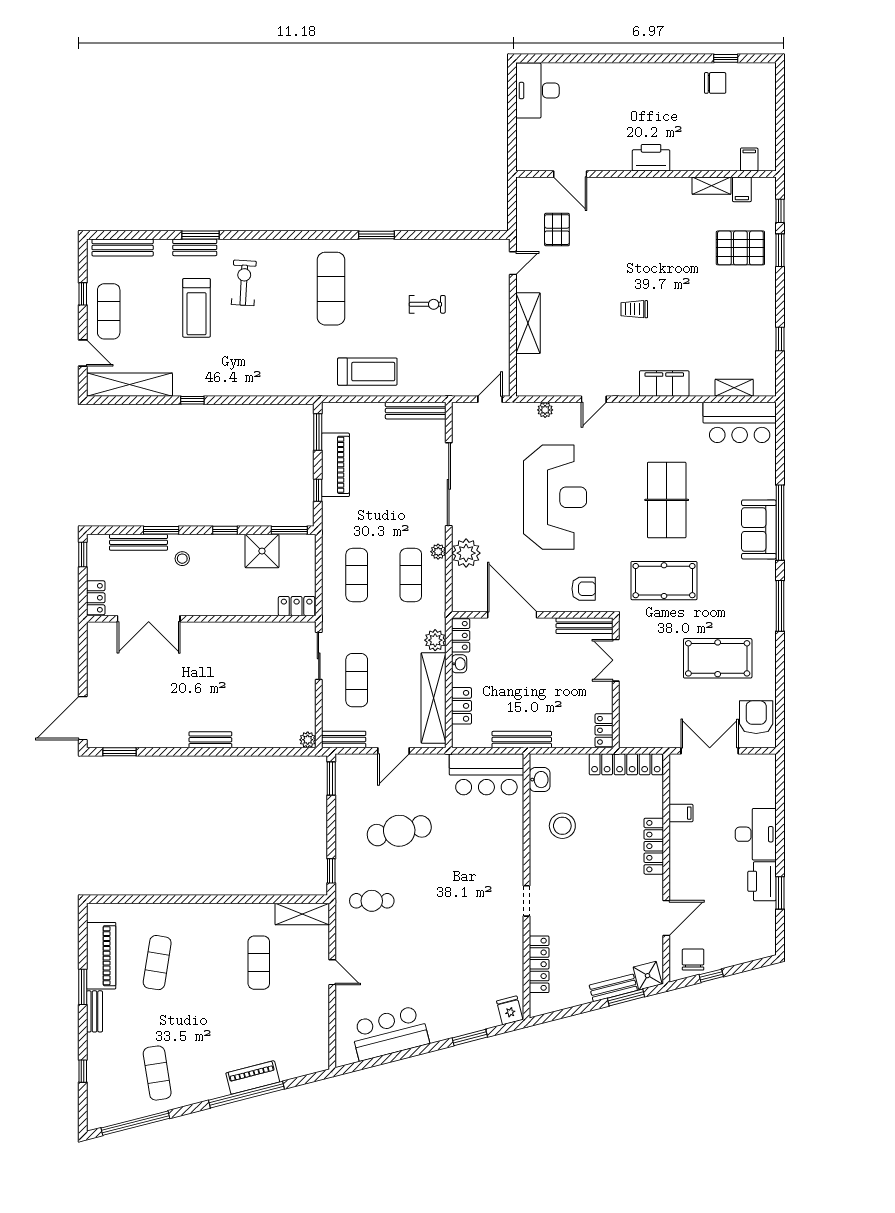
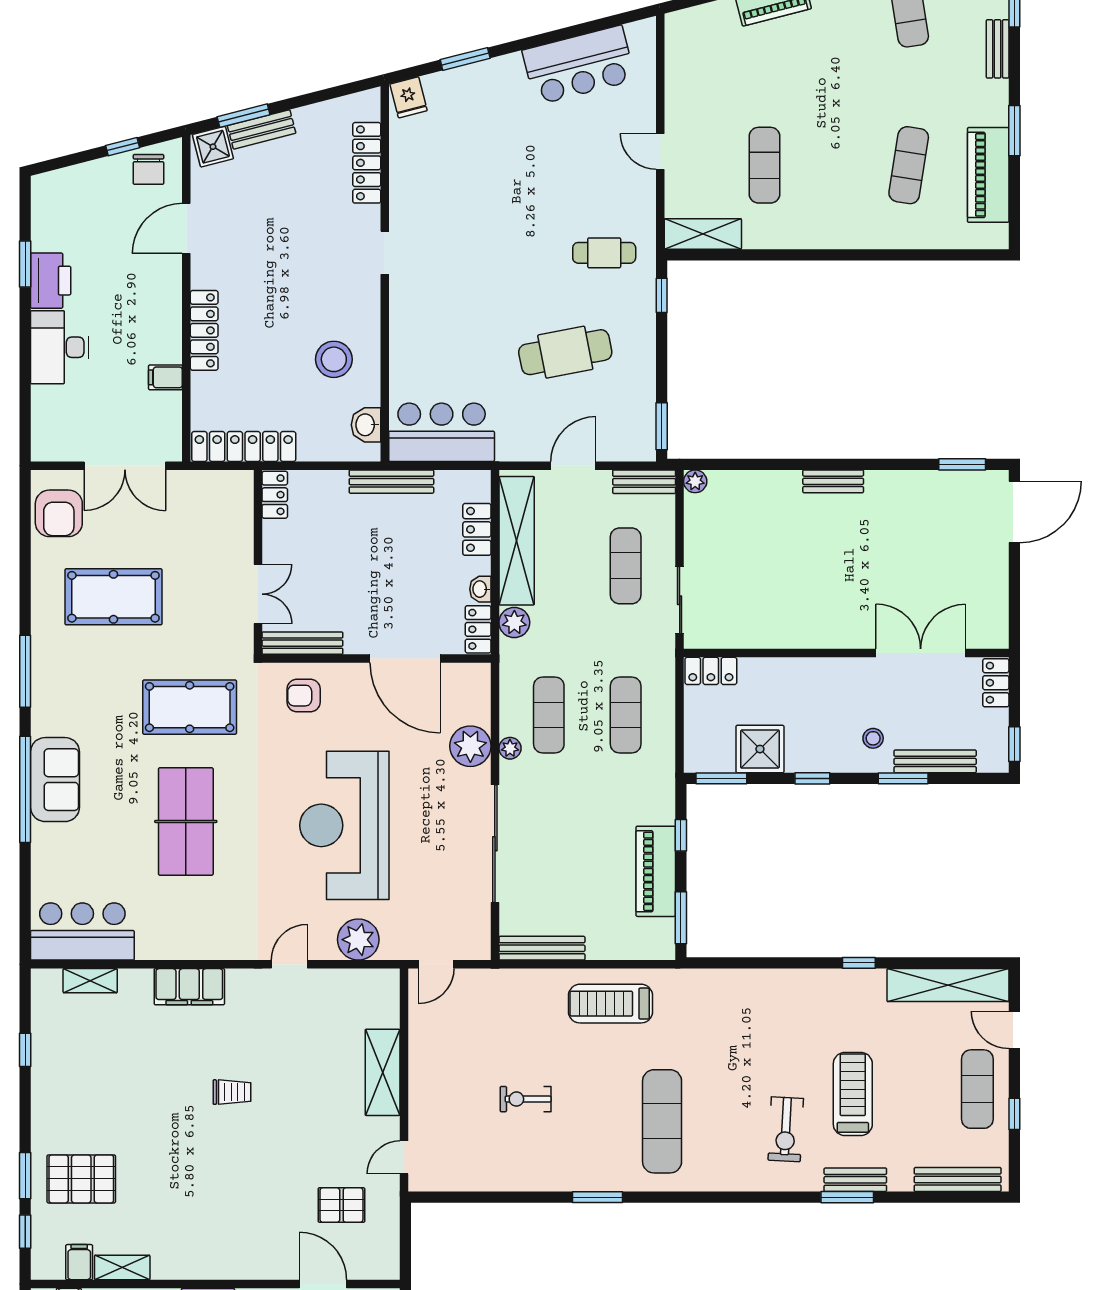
pallet: (557, 230) -> (341, 1205), turned 90
plant: (545, 410) -> (358, 940), width x1.88, depth x1.88
bench: (94, 1011) -> (998, 49), moved

